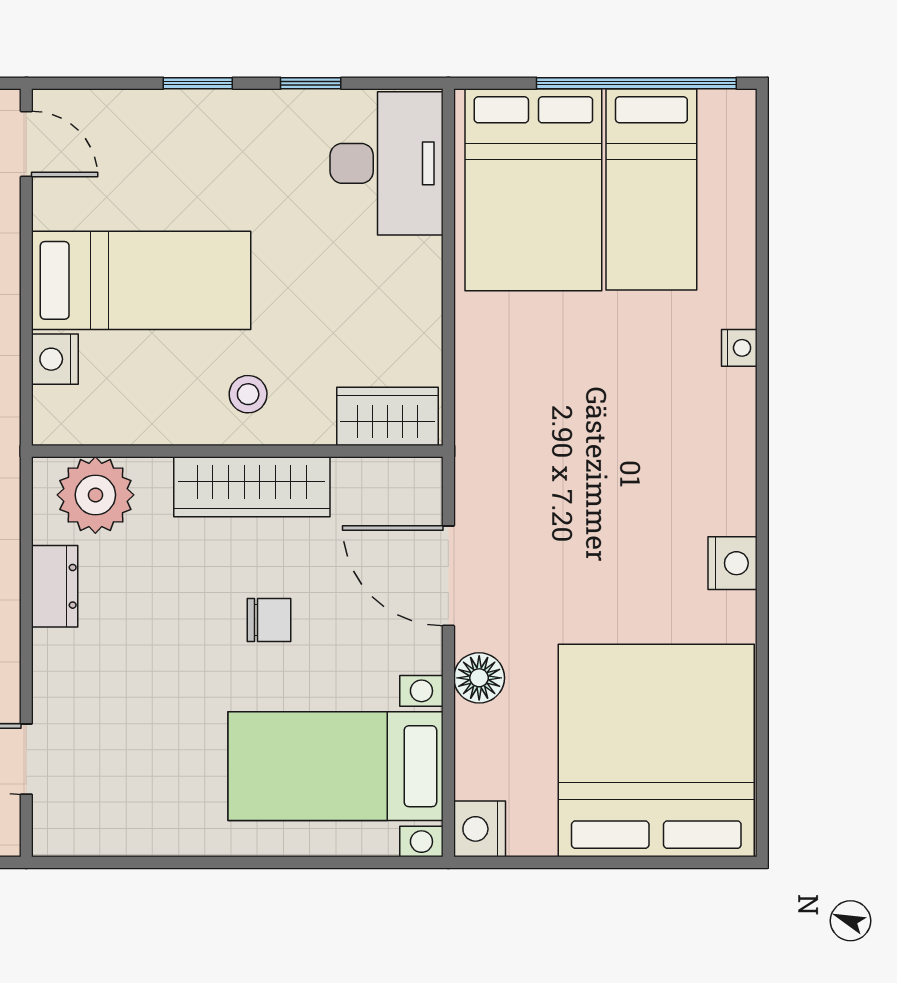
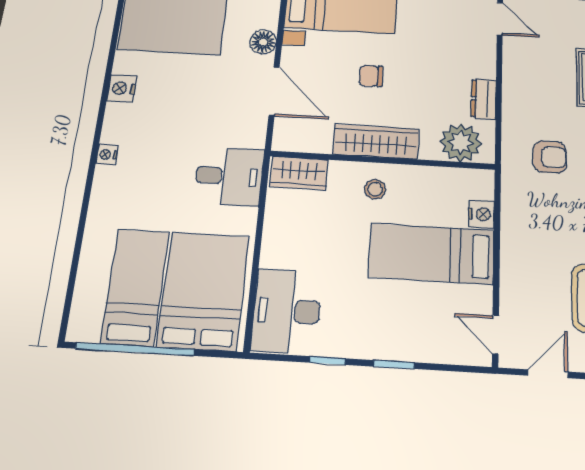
nightstand: (739, 348) -> (107, 155), moved
desk: (513, 402) -> (229, 176), added

